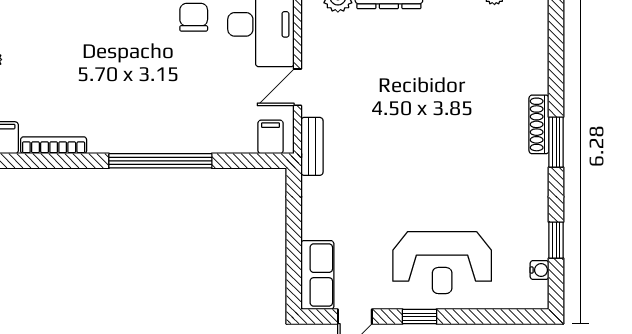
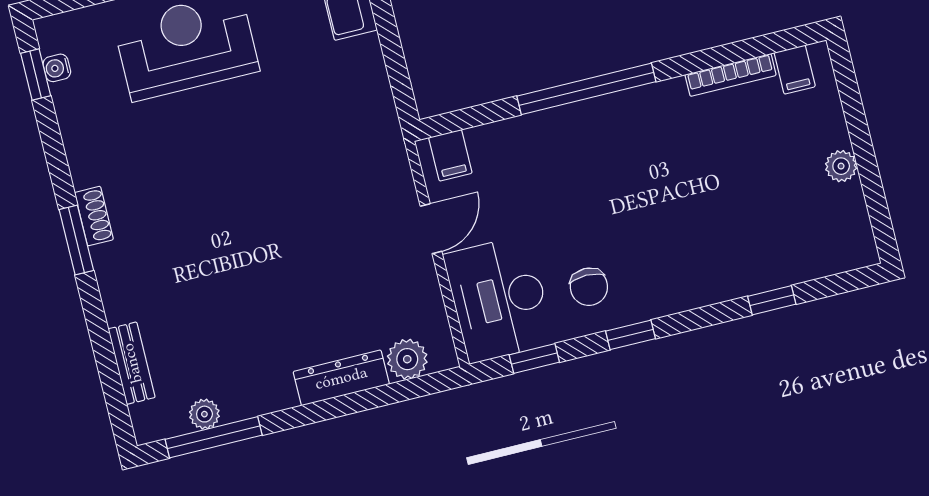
shoe rack: (539, 124) -> (94, 216), moved, width x0.70
bench: (312, 146) -> (132, 363), moved
window: (556, 240) -> (36, 74), moved

